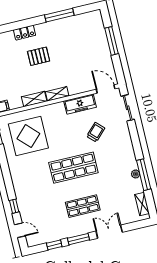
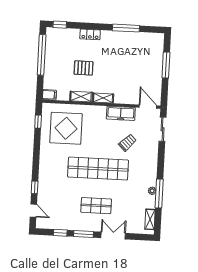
pallet: (39, 56) -> (84, 68), moved
shop shelf: (73, 168) -> (98, 169), width x1.40

